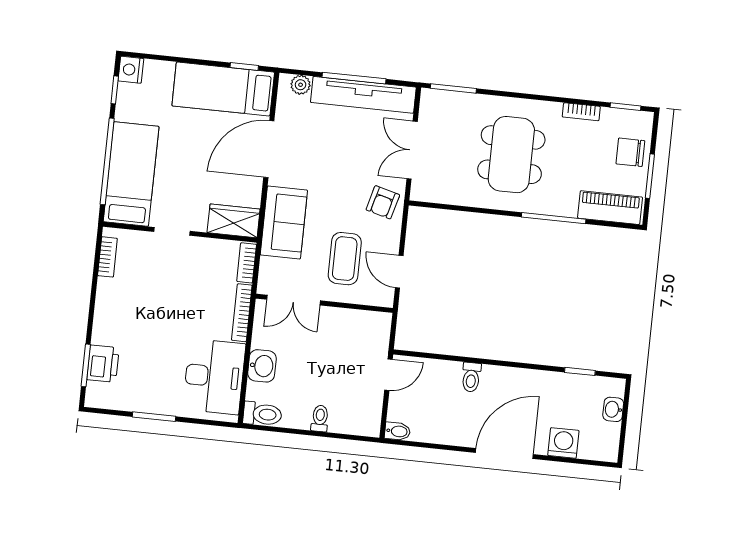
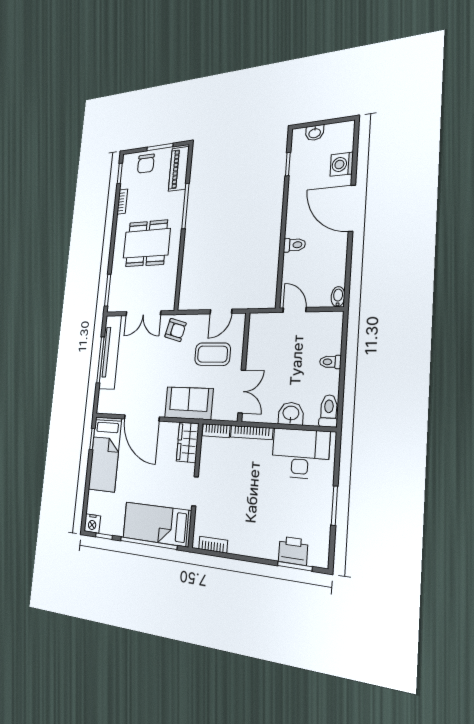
plant: (301, 85) -> (104, 398), removed

